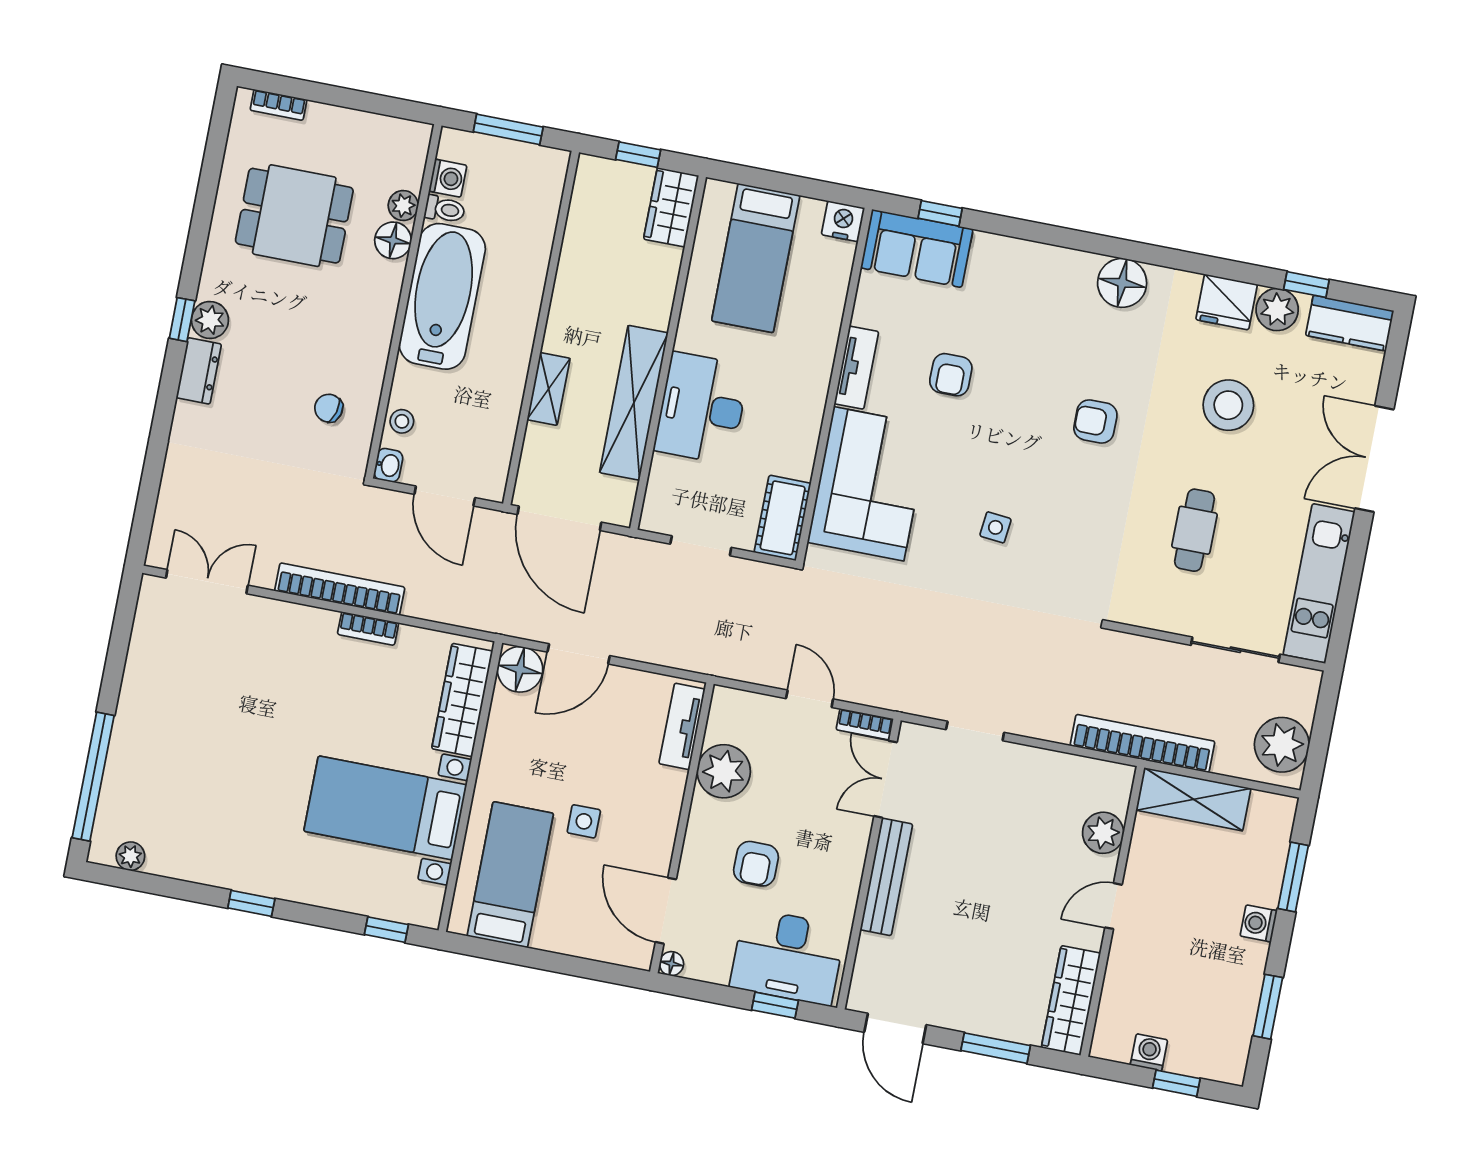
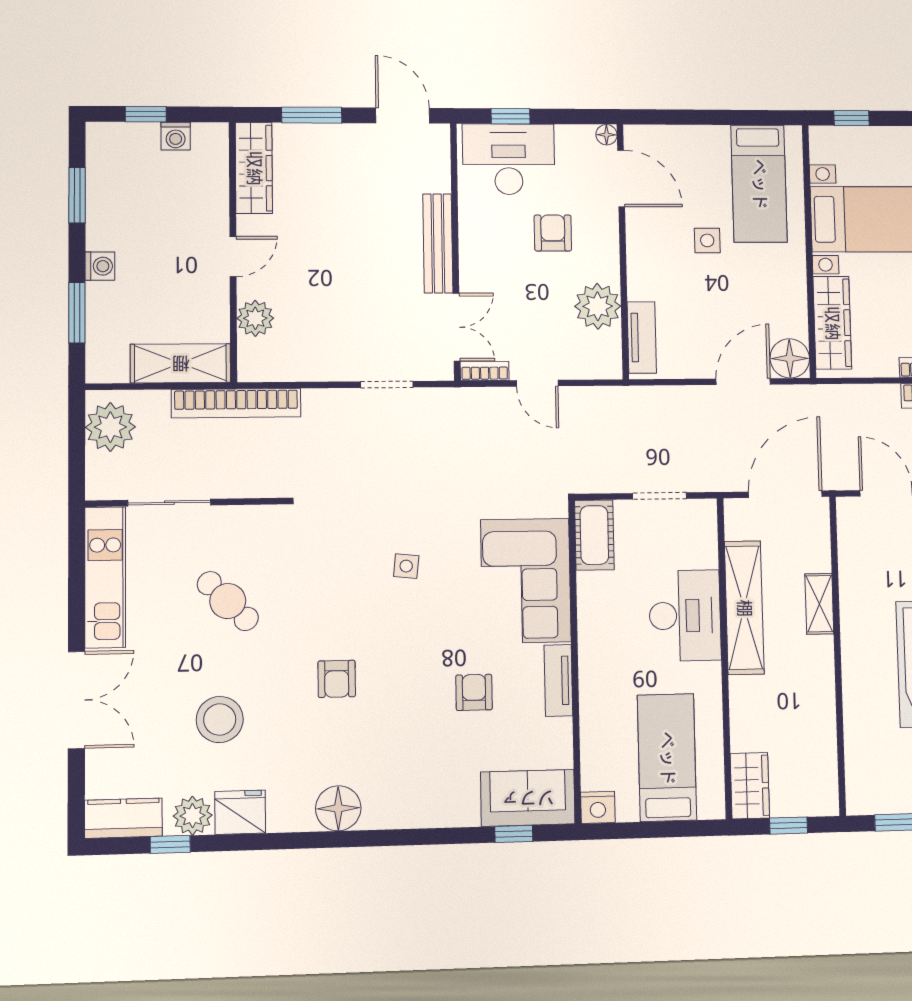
armchair: (1095, 421) -> (337, 679), turned 90
door: (559, 518) -> (785, 494), hinge flipped
cafe table: (1194, 530) -> (228, 601), turned -45

